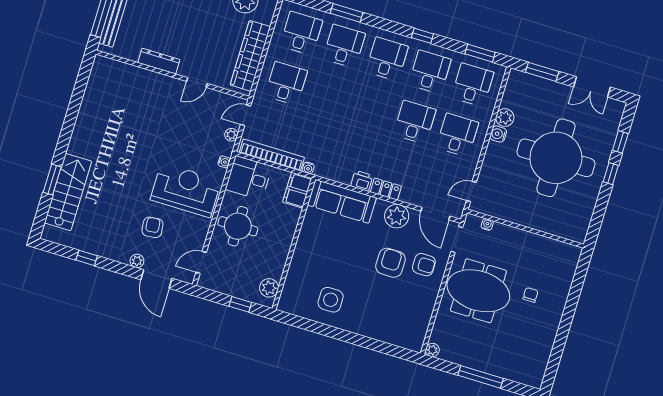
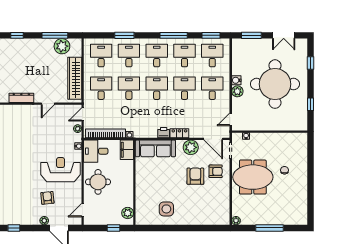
window: (422, 36) -> (174, 35), width x2.17
desk: (329, 96) -> (129, 88), added
desk: (372, 109) -> (157, 88), added
plant: (505, 118) -> (237, 91), moved
window: (611, 174) -> (310, 104), moved

